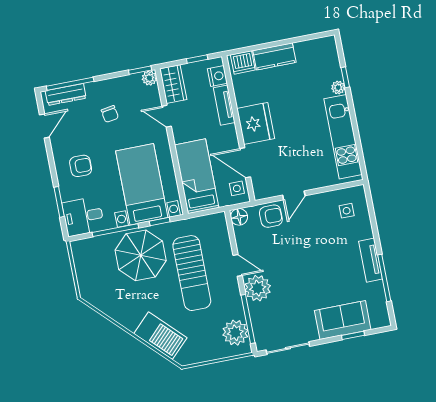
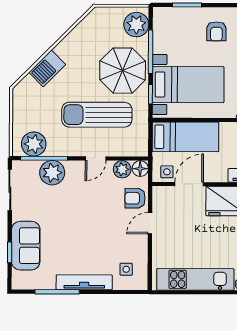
door: (294, 195) -> (150, 223), hinge flipped
desk: (83, 216) -> (169, 25), removed
armchair: (271, 216) -> (135, 198), turned 90
plant: (243, 235) -> (122, 169), added
plant: (90, 251) -> (136, 25), added
tv unit: (370, 260) -> (84, 282), width x1.41
plant: (258, 288) -> (52, 173), moved
barbecue: (160, 336) -> (47, 68), width x0.73, depth x0.83

